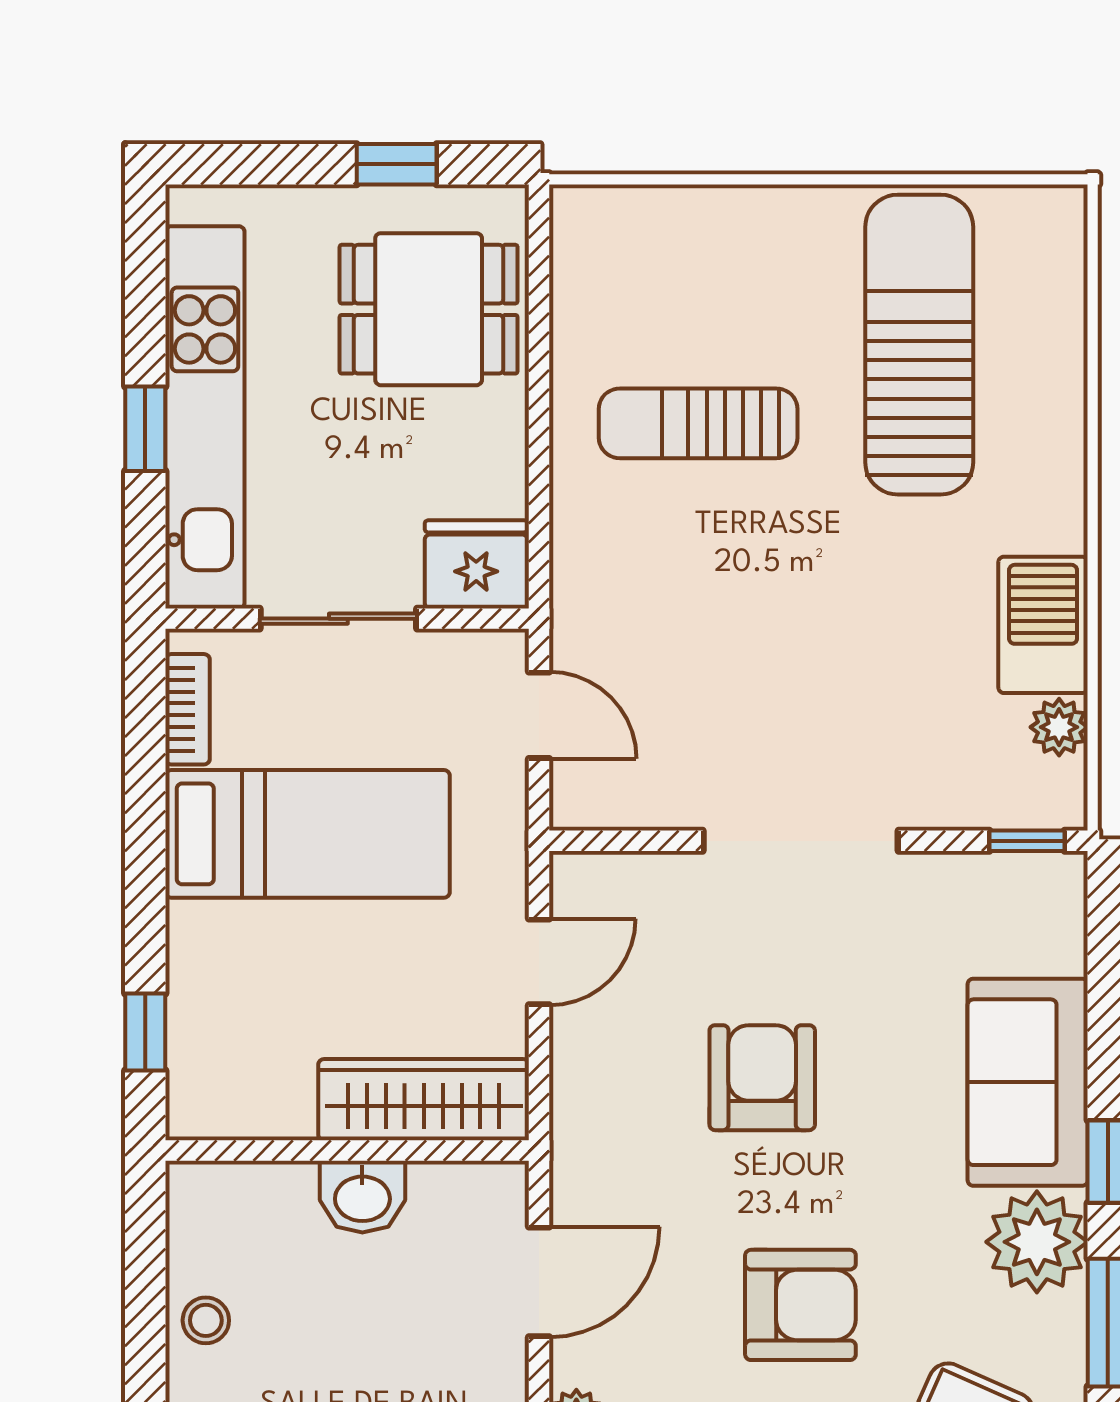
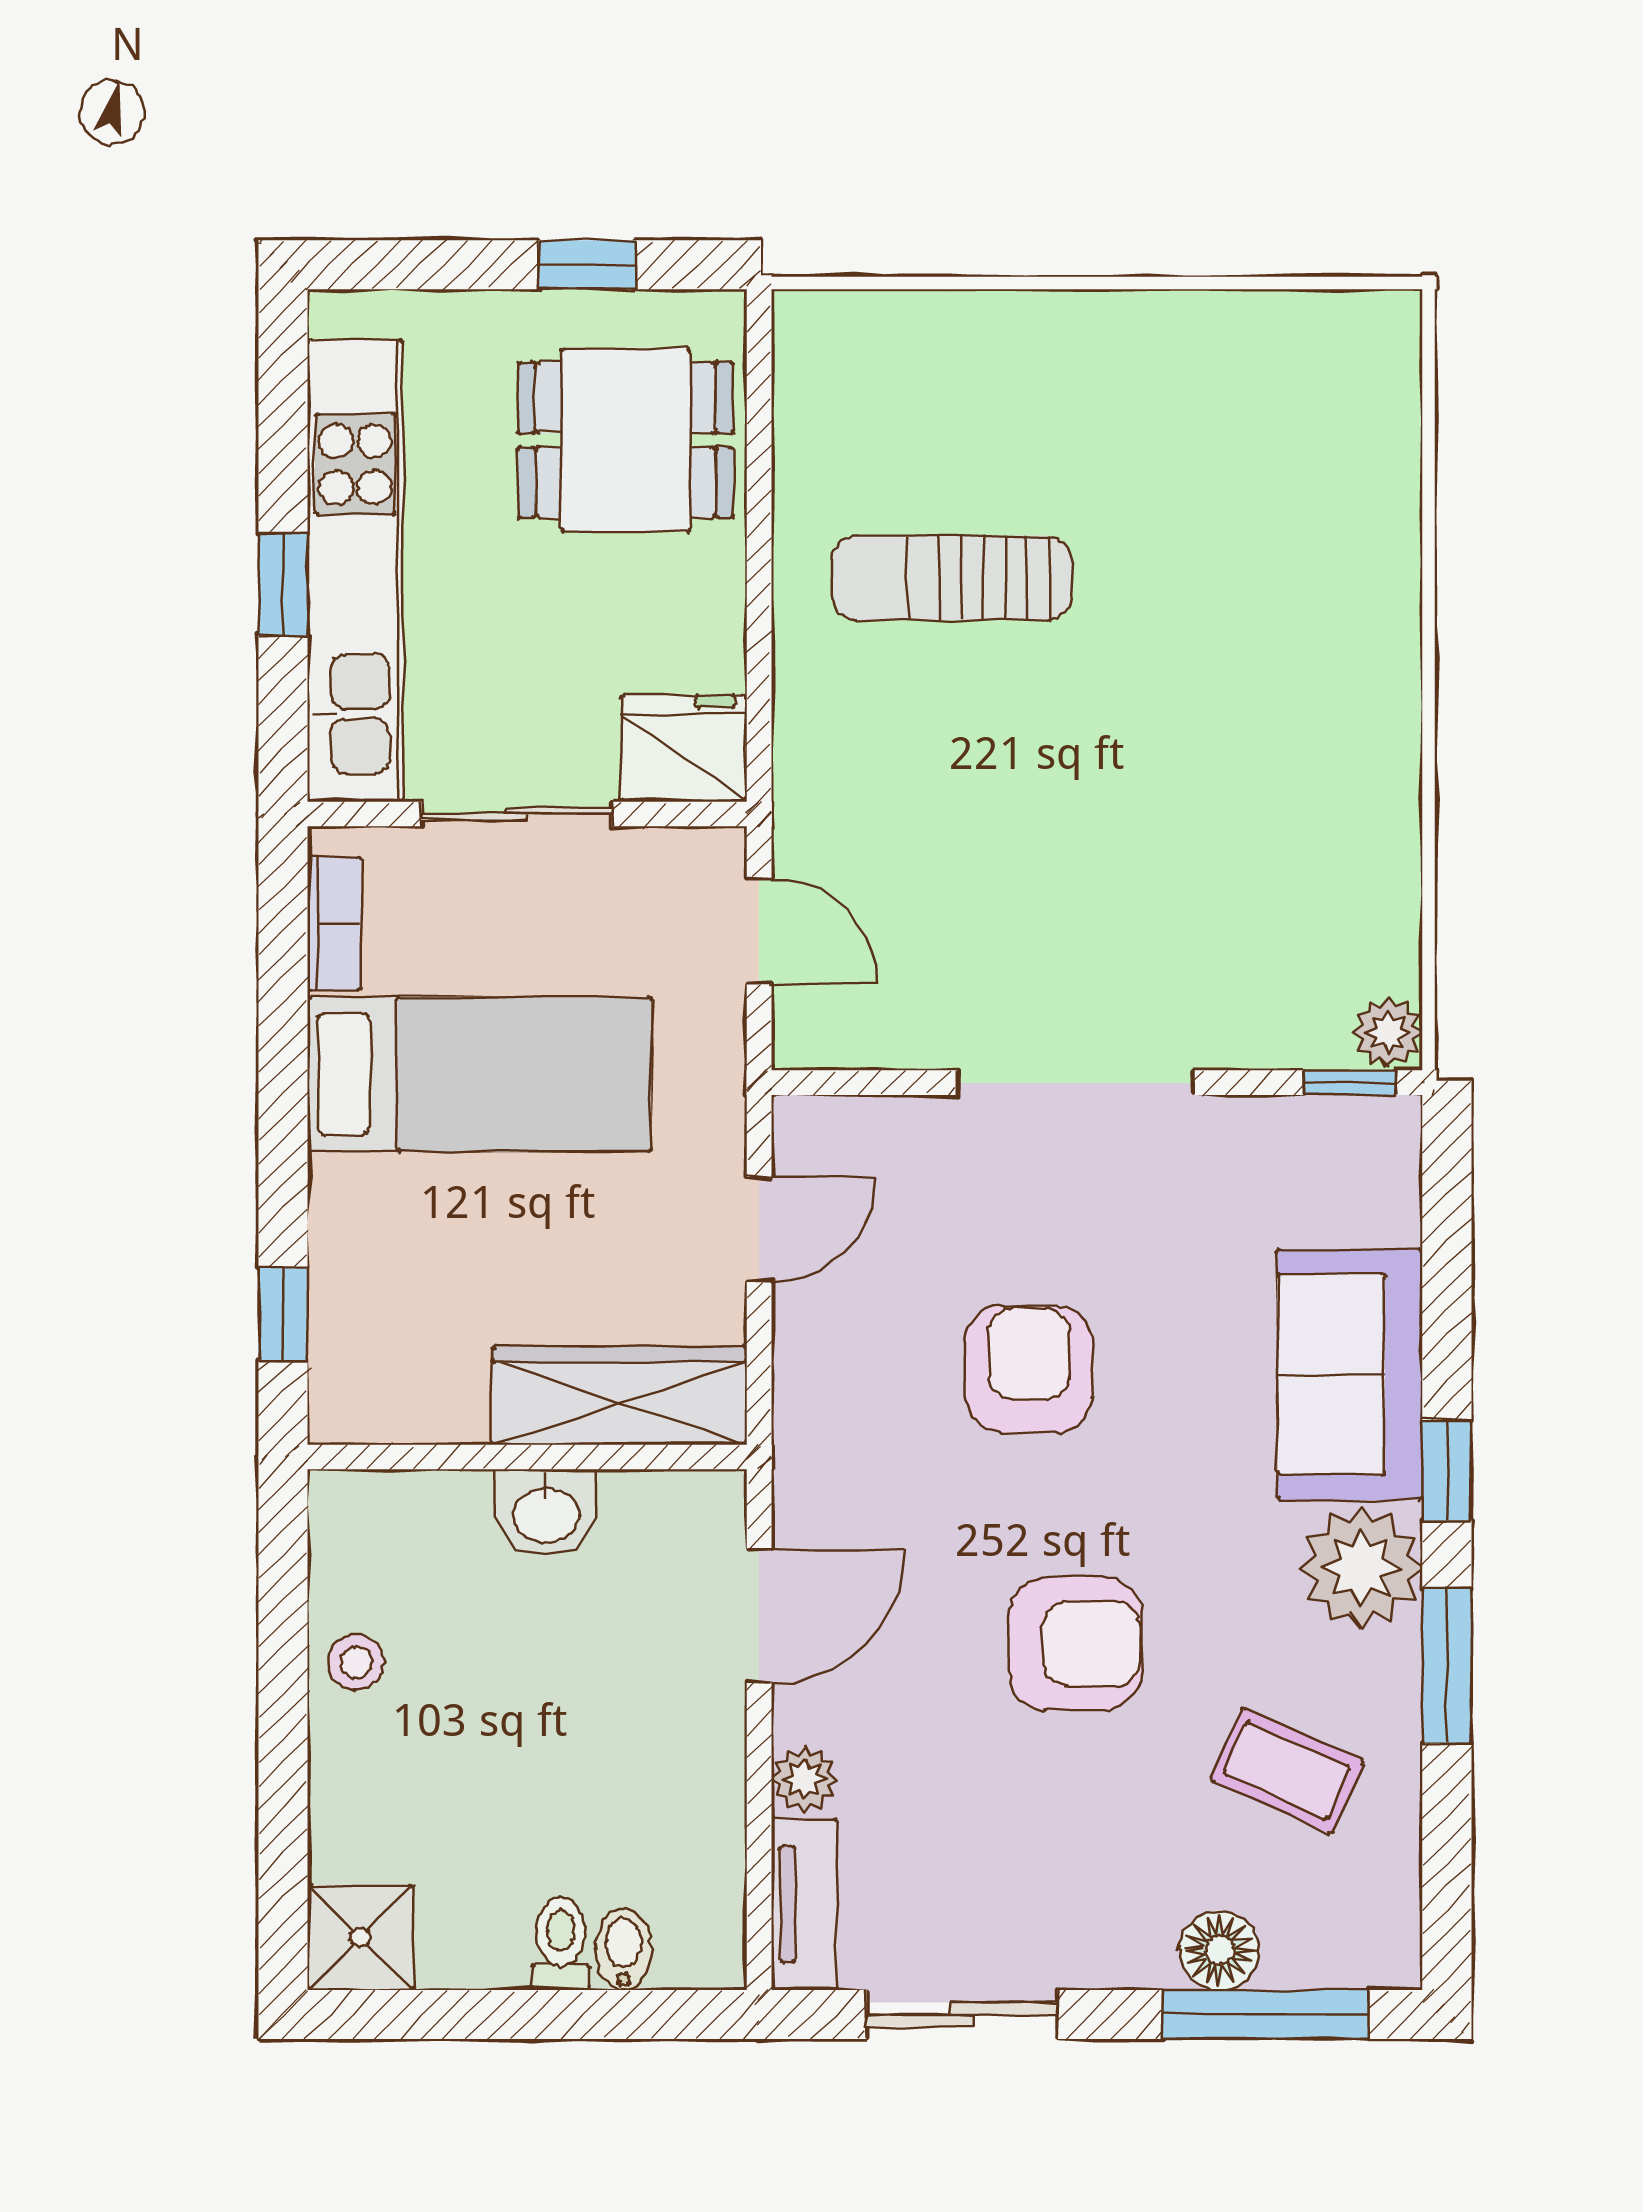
sun lounger: (919, 345) -> (1219, 483), removed
barbecue: (1043, 625) -> (1369, 822), removed
plant: (1059, 727) -> (1388, 1032), moved

